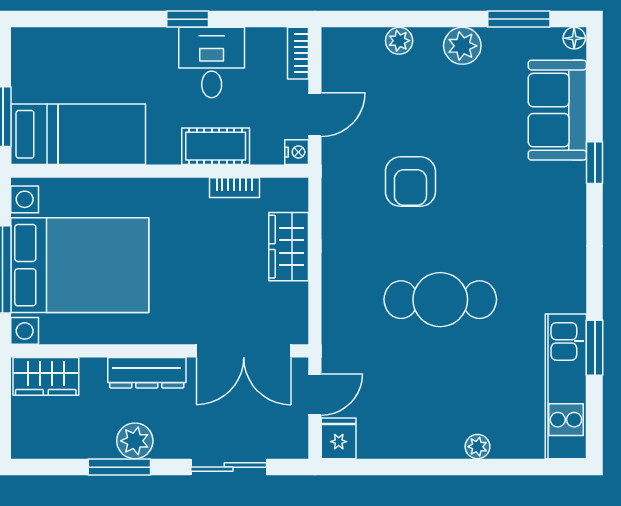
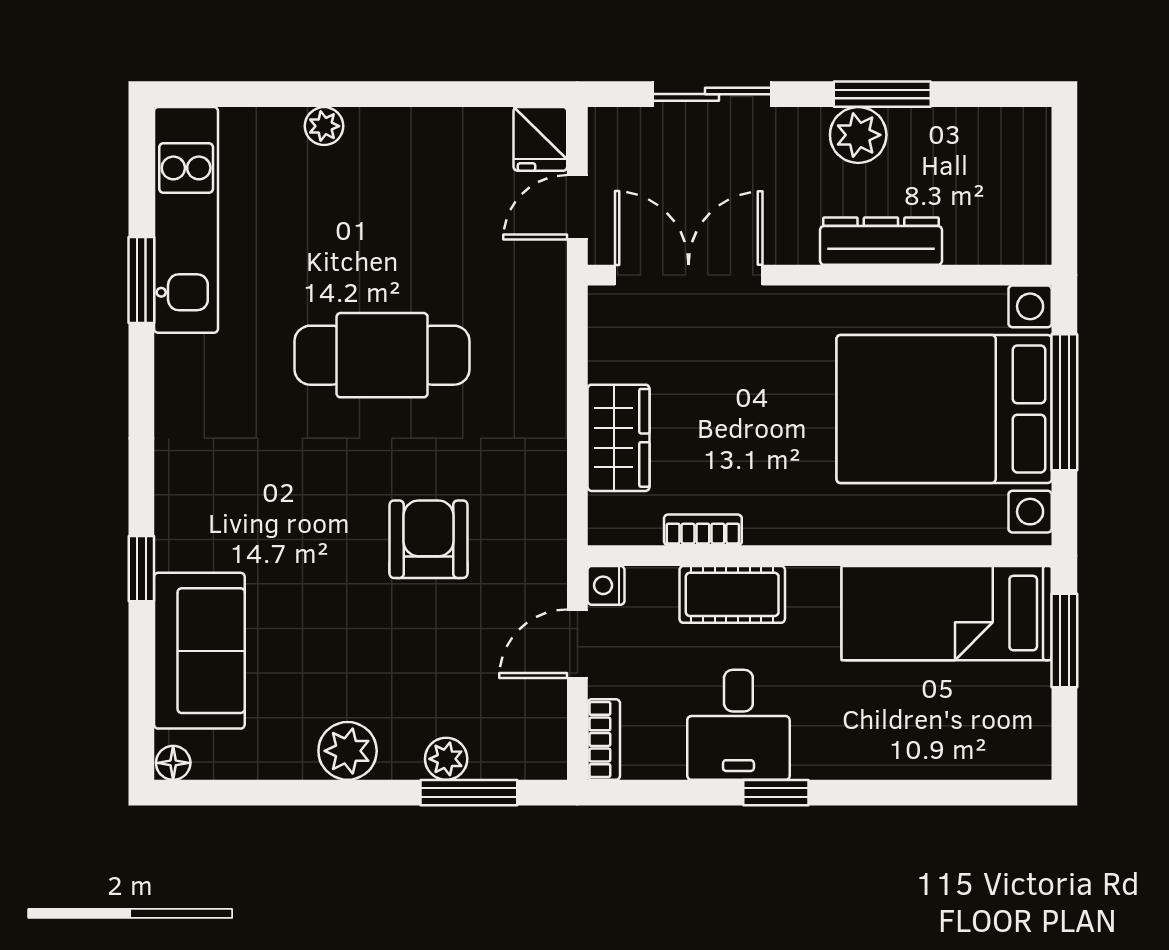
window: (519, 19) -> (469, 793), moved
dresser: (147, 373) -> (881, 241), moved
wardrobe: (46, 376) -> (997, 235), removed

